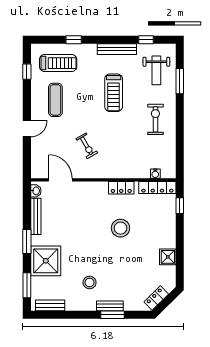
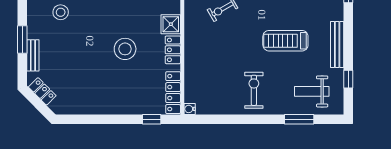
exercise bike: (155, 119) -> (254, 90), turned -90
water cooler: (155, 174) -> (190, 109), moved
shower: (168, 257) -> (171, 24), moved
bench: (110, 306) -> (33, 55), moved

